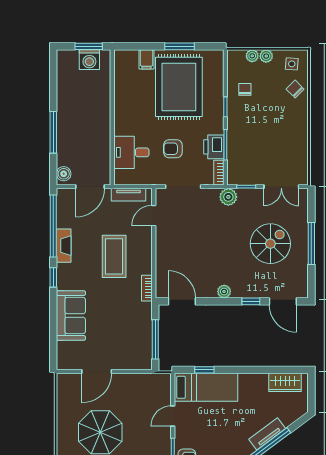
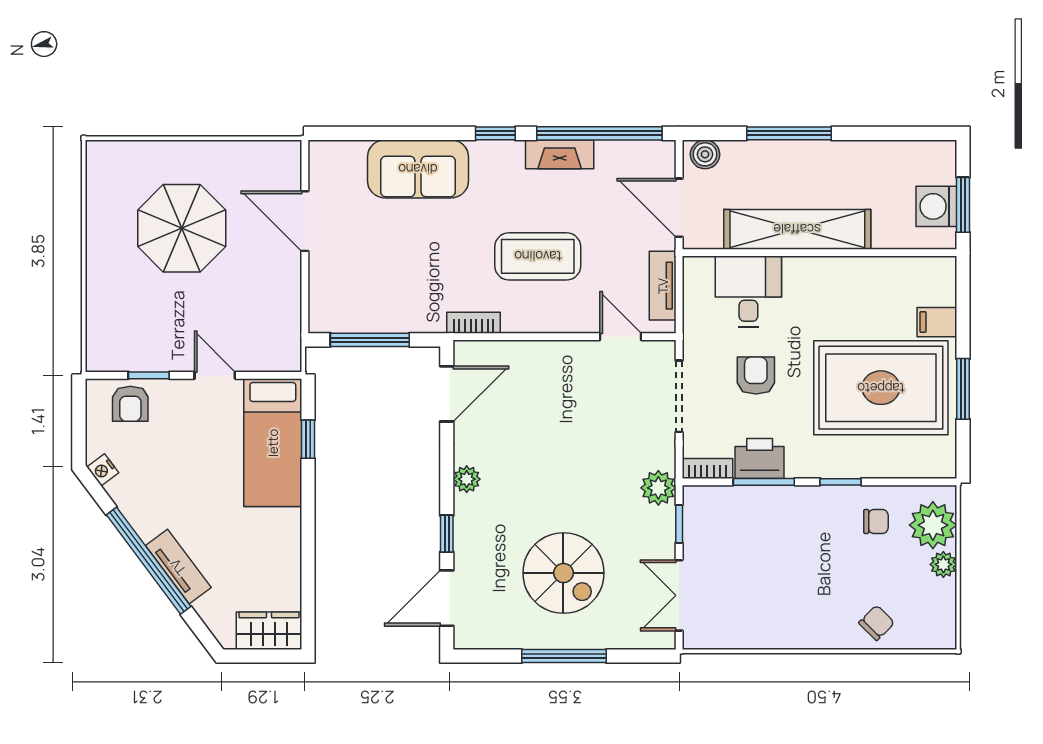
plant: (252, 56) -> (933, 525), width x1.88, depth x1.88
side table: (292, 64) -> (928, 616), removed
shelving: (101, 128) -> (797, 229), added
wardrobe: (285, 382) -> (269, 631), moved, turned 90

